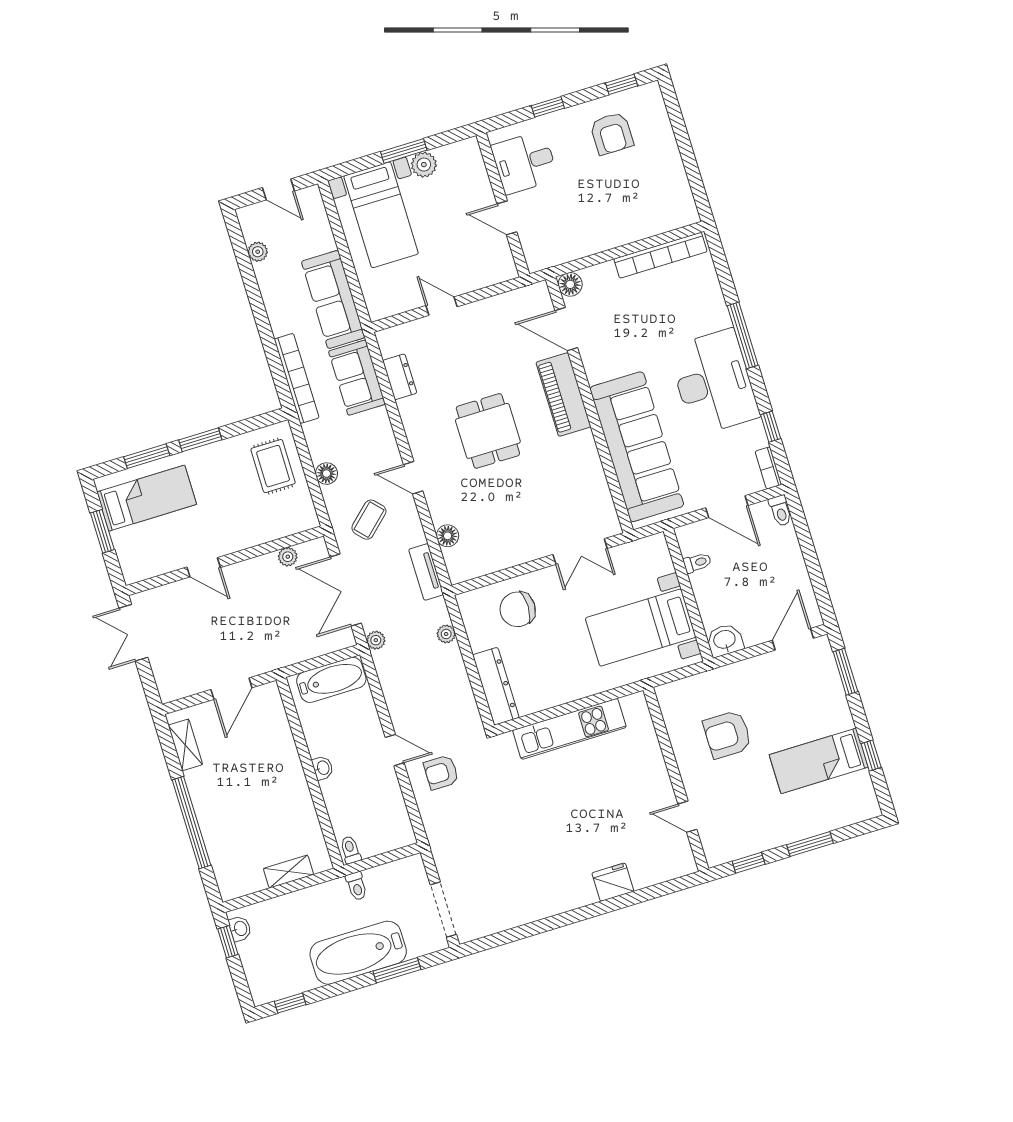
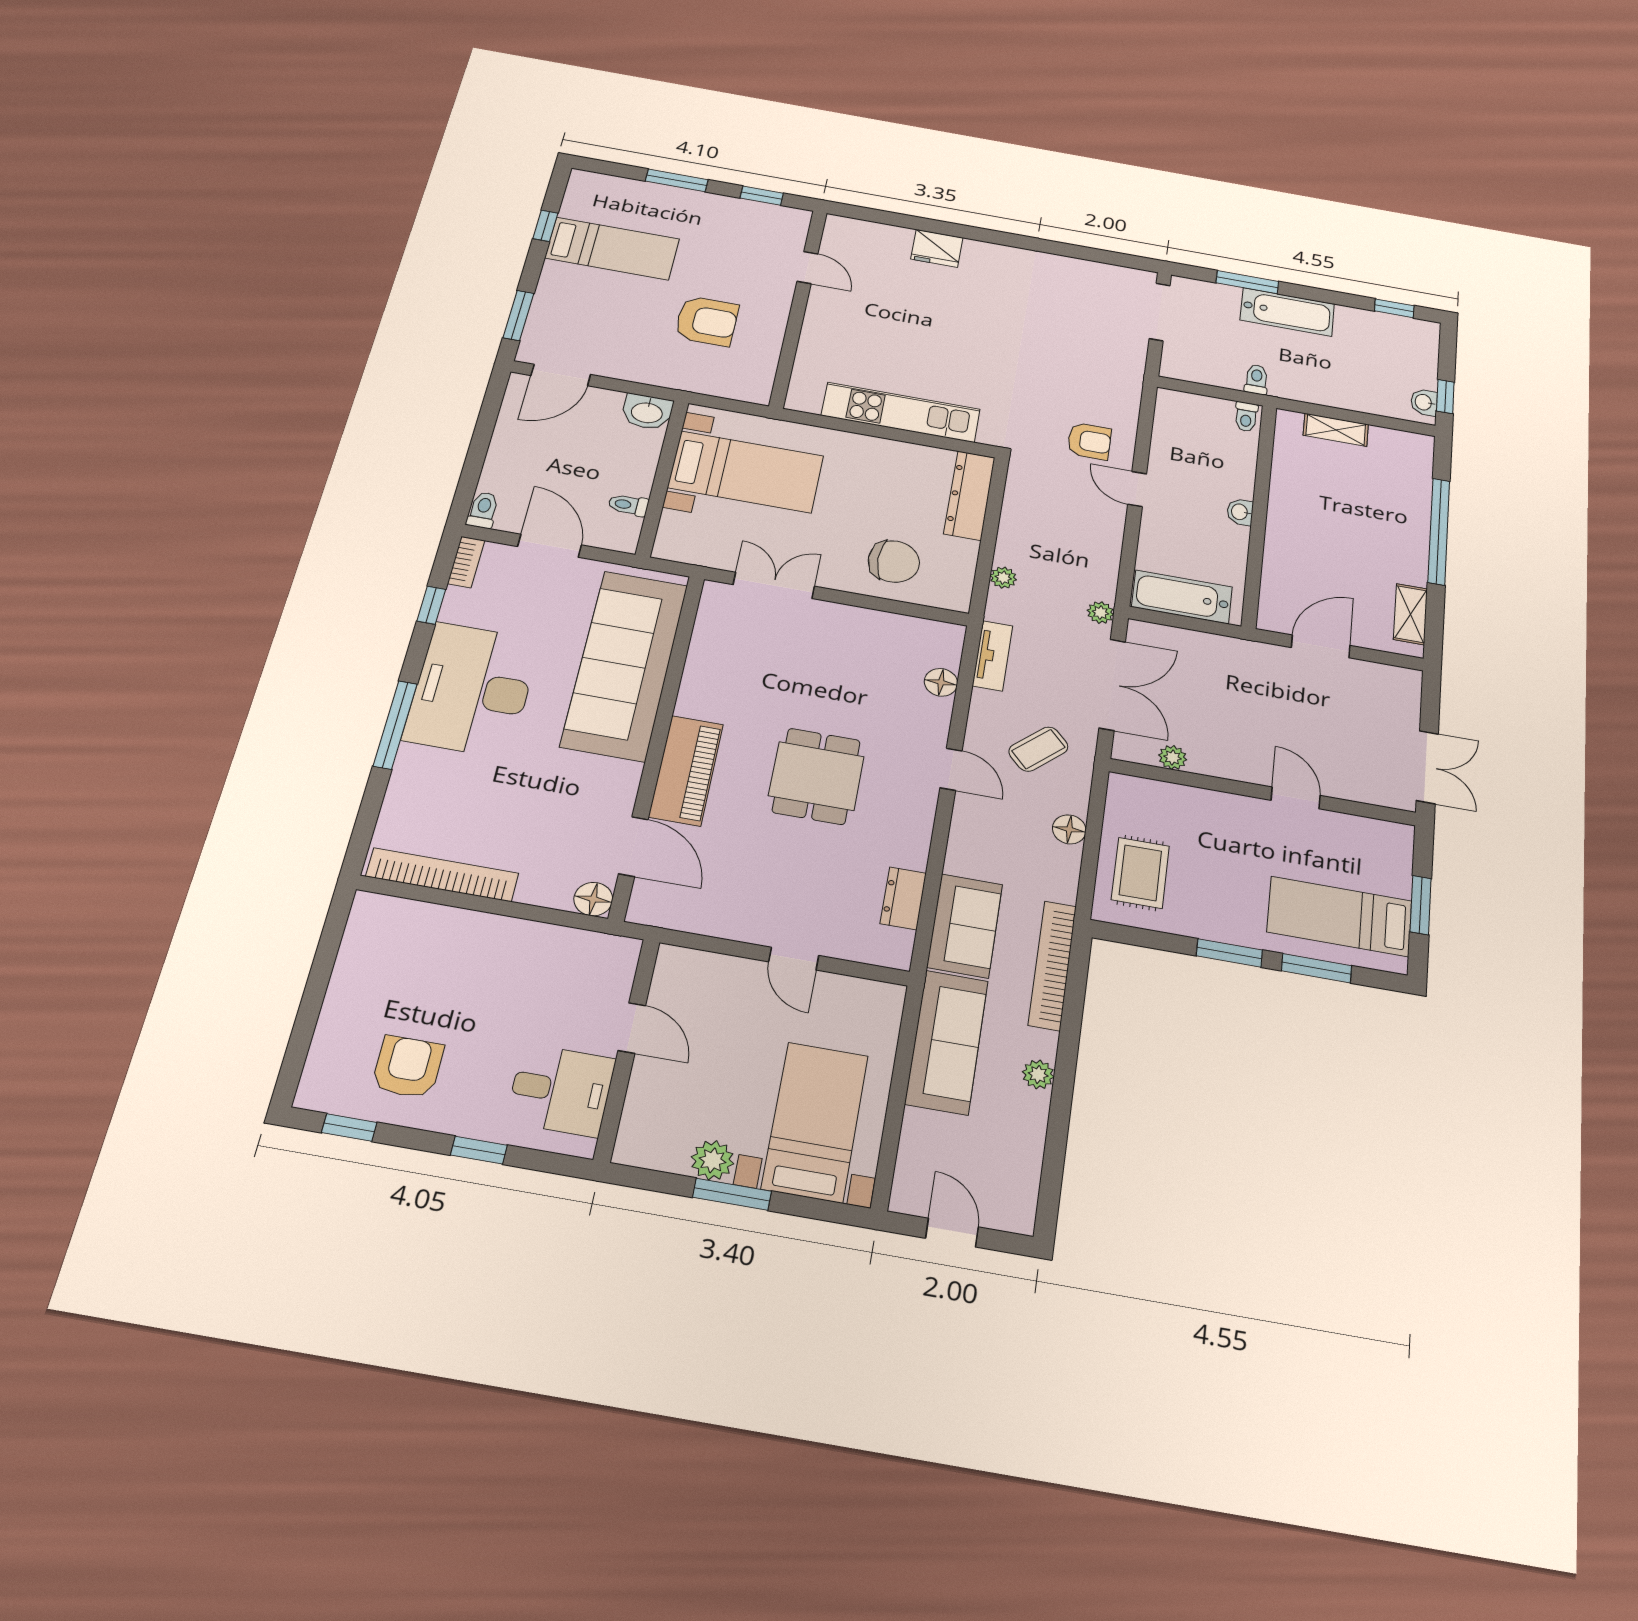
plant: (258, 252) -> (1038, 1074), moved
bathtub: (358, 953) -> (1287, 312), width x0.73, depth x0.73

